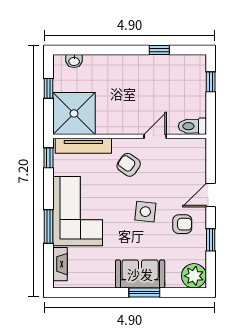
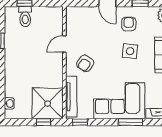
window: (48, 88) -> (43, 122), moved
toilet: (192, 126) -> (25, 17), moved
door: (155, 136) -> (64, 44), hinge flipped
side table: (145, 212) -> (130, 51), moved

